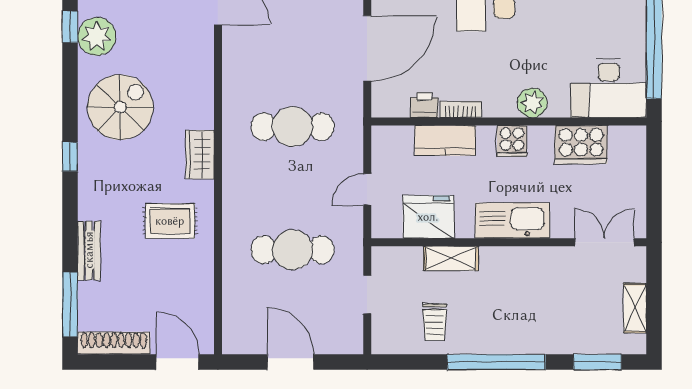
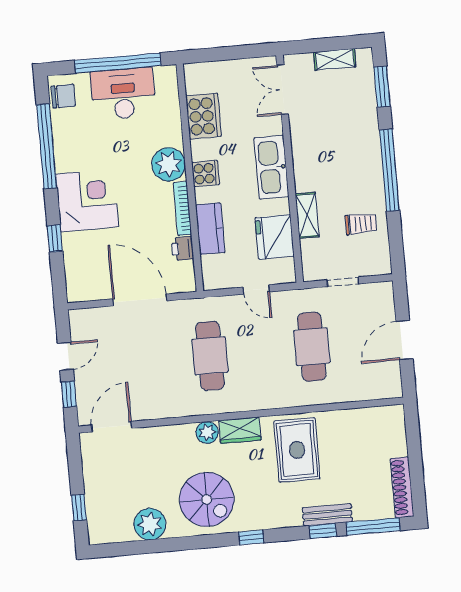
window: (70, 27) -> (323, 531), moved
desk: (609, 88) -> (123, 94), moved, turned -90
plant: (532, 103) -> (169, 164), width x1.36, depth x1.36
spiral stairs: (120, 107) -> (207, 499), turned 180
bookcase: (461, 109) -> (182, 209), width x1.56
plant: (201, 115) -> (207, 432), added
rug: (170, 221) -> (297, 450), width x1.36, depth x1.43
door: (177, 362) -> (413, 434), removed

